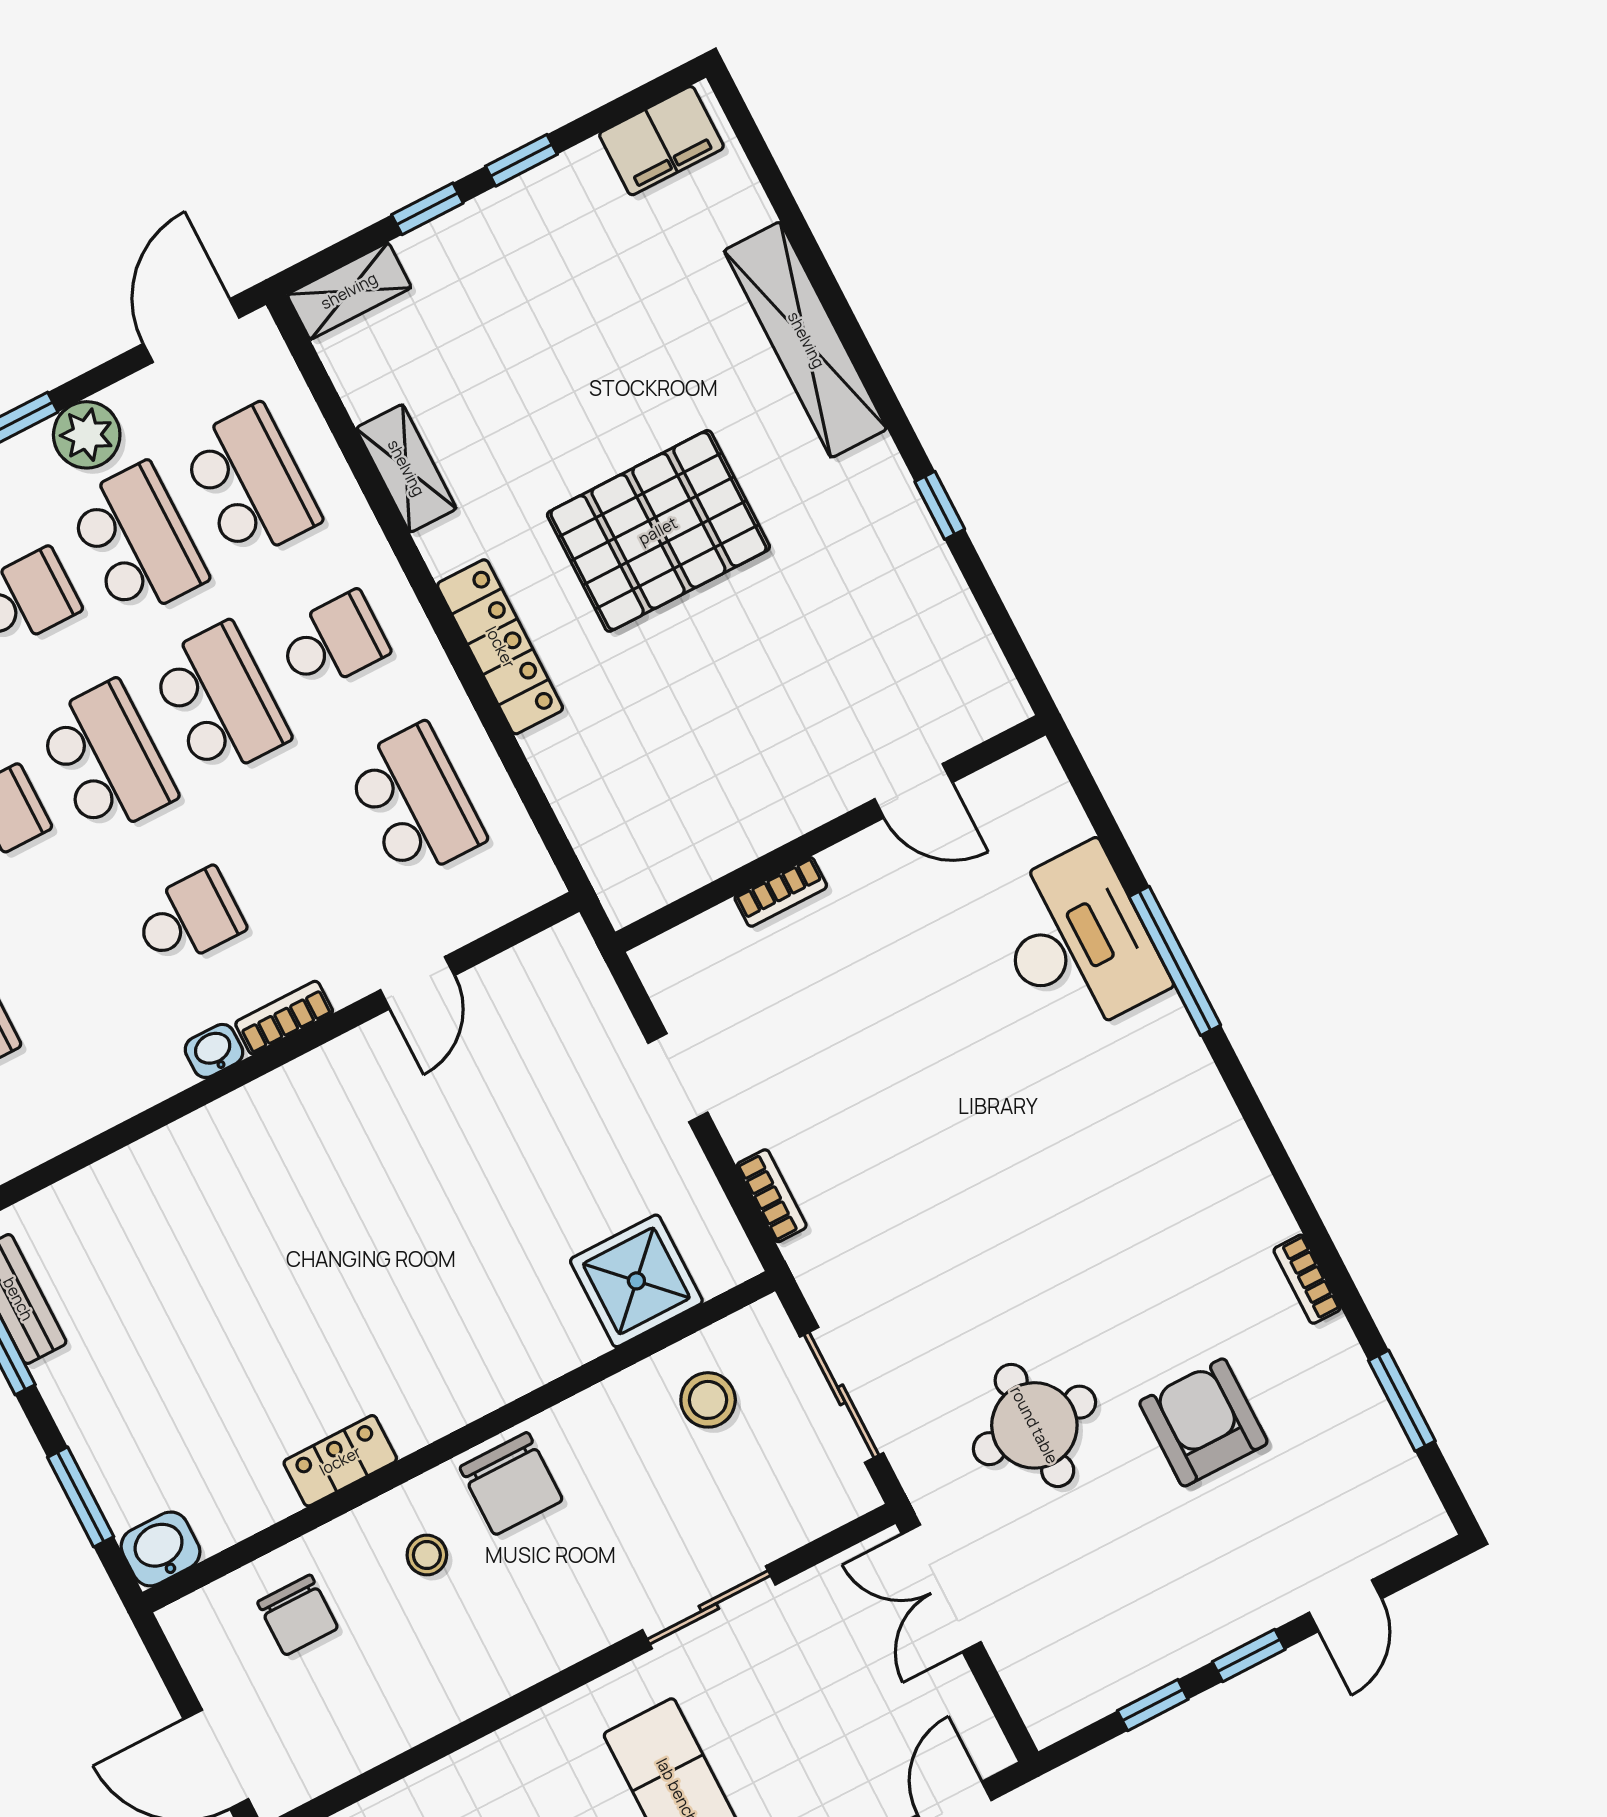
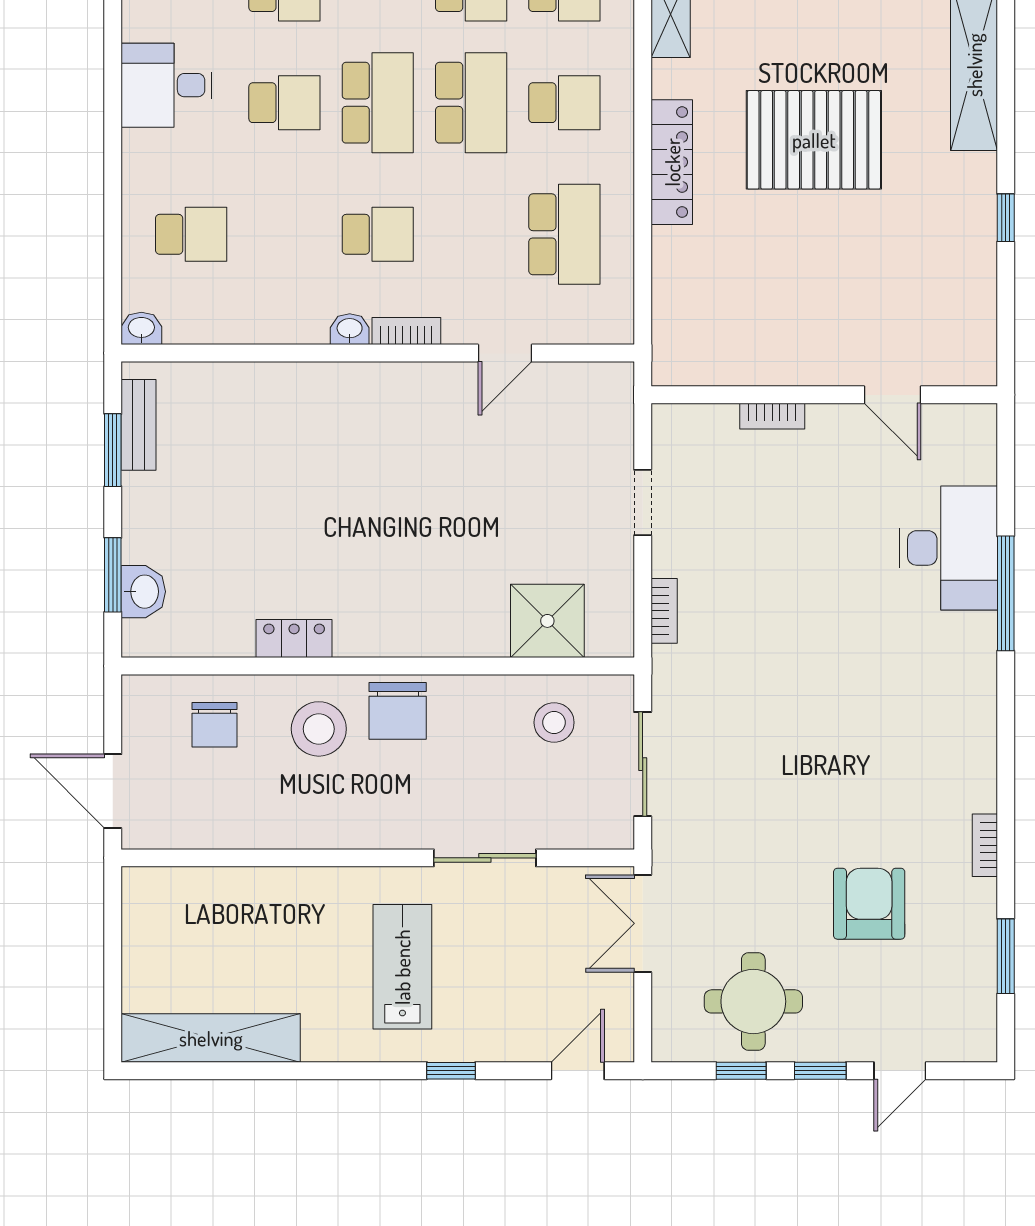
round table: (1034, 1425) -> (753, 1001), moved
washbasin: (160, 1549) -> (143, 592), moved, turned 90
stool: (427, 1555) -> (319, 729), width x1.89, depth x1.89

